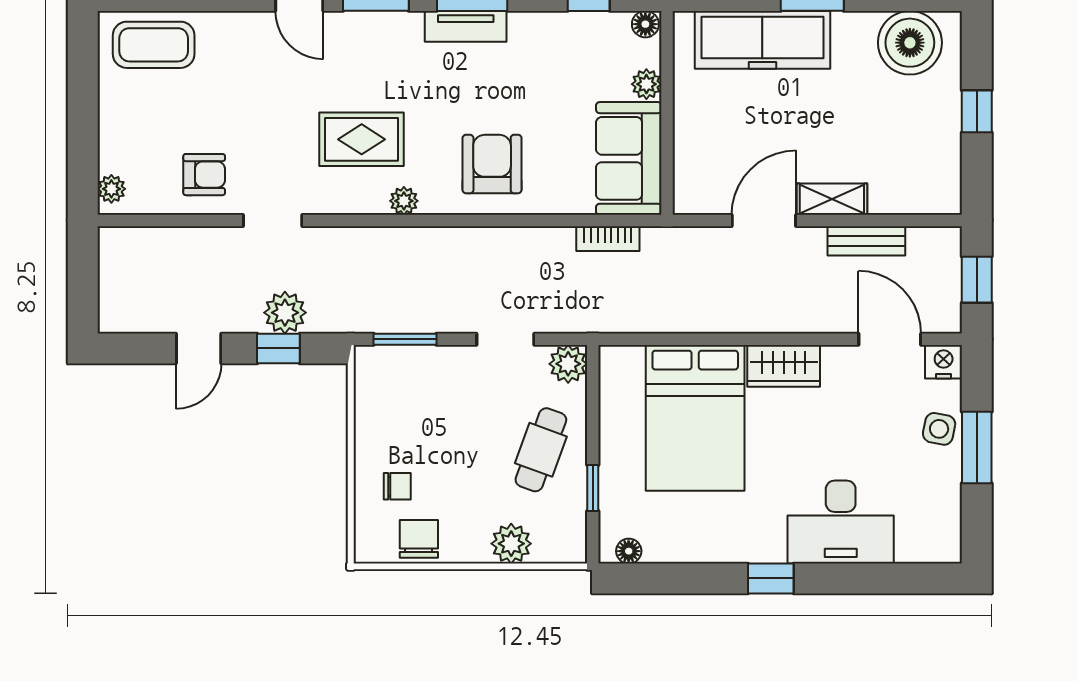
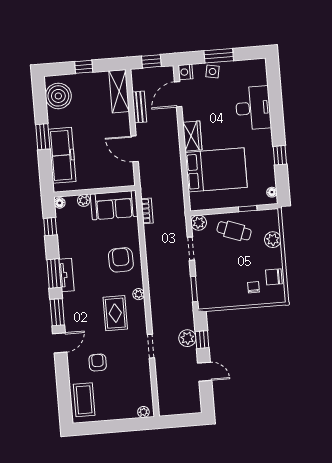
armchair: (492, 164) -> (121, 260), turned 88
armchair: (204, 175) -> (98, 362), moved
shelving: (832, 199) -> (119, 91), moved, width x1.50, depth x1.33
window: (771, 578) -> (280, 155), moved

